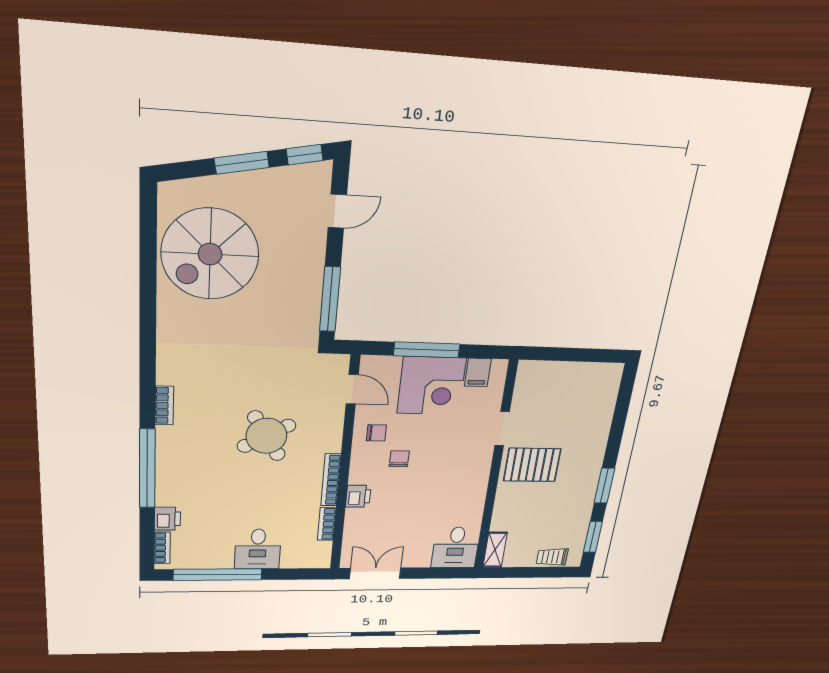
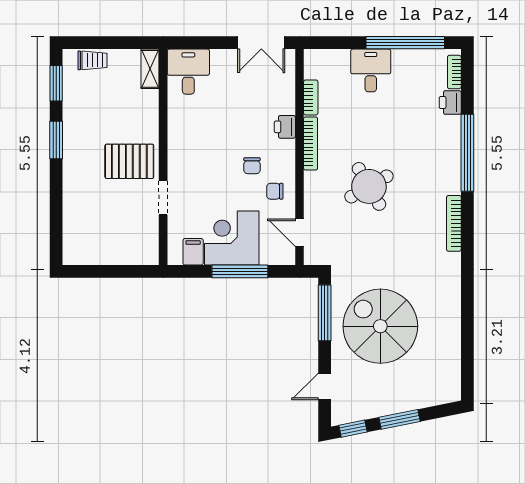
spiral stairs: (210, 254) -> (380, 326), moved, turned -90
bookcase: (164, 405) -> (454, 223), width x1.56

